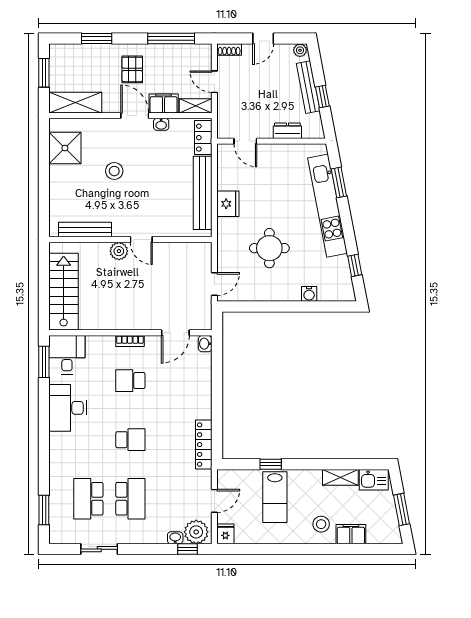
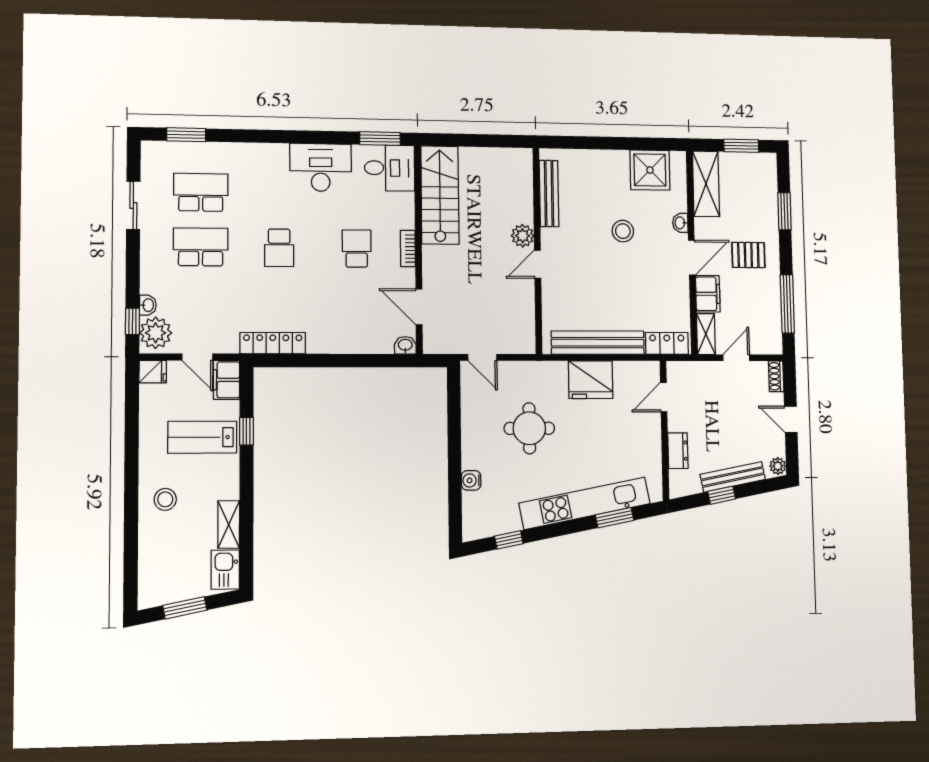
washbasin: (161, 124) -> (680, 223), moved
fridge: (228, 204) -> (591, 380), width x1.36, depth x1.34
stairs: (64, 292) -> (440, 195), moved, turned -90
school desk: (130, 499) -> (201, 247), turned 180
filing cabinet: (351, 534) -> (227, 380), moved, turned 180

